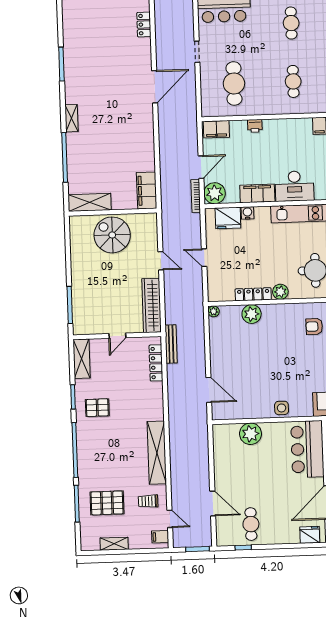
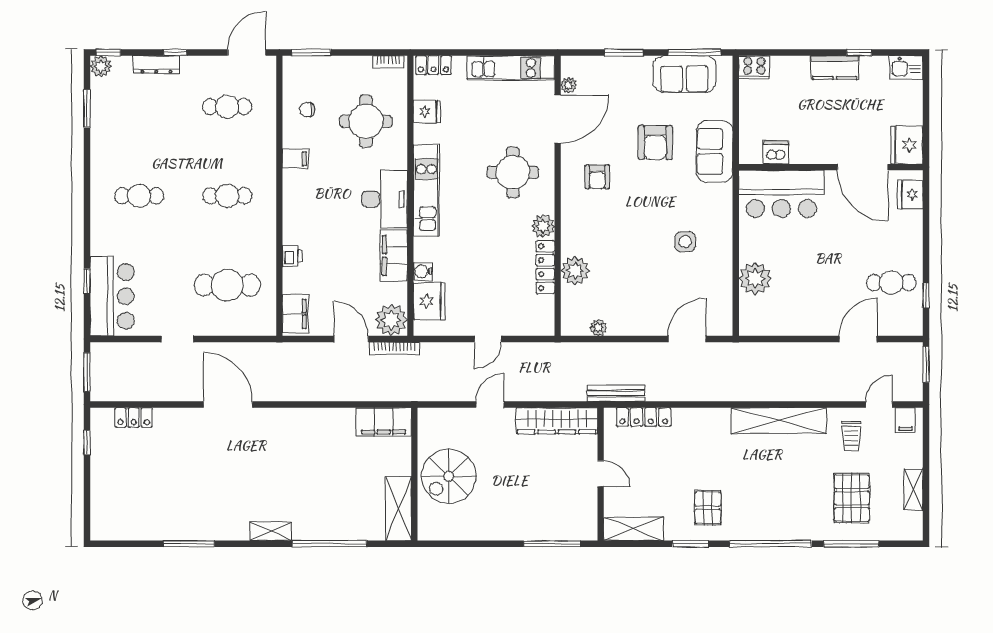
plant: (214, 311) -> (598, 328), moved
side table: (282, 408) -> (685, 242), moved

